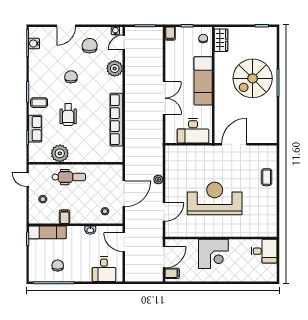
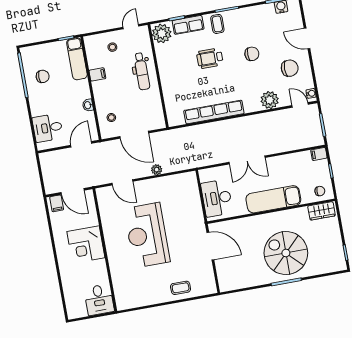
plant: (60, 153) -> (162, 33), moved
reception desk: (215, 199) -> (147, 235), turned 180

